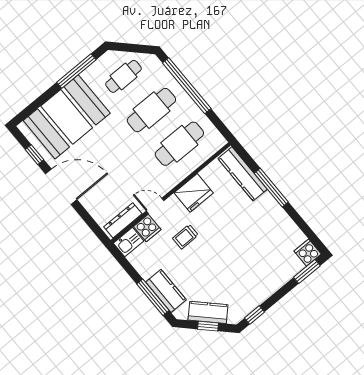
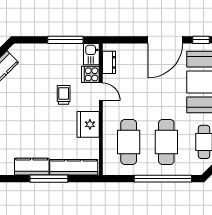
door: (155, 206) -> (101, 92), hinge flipped
dresser: (123, 220) -> (109, 62), width x0.70
kitchen counter: (166, 291) -> (32, 167), moved, turned 180
window: (153, 297) -> (65, 40), moved

